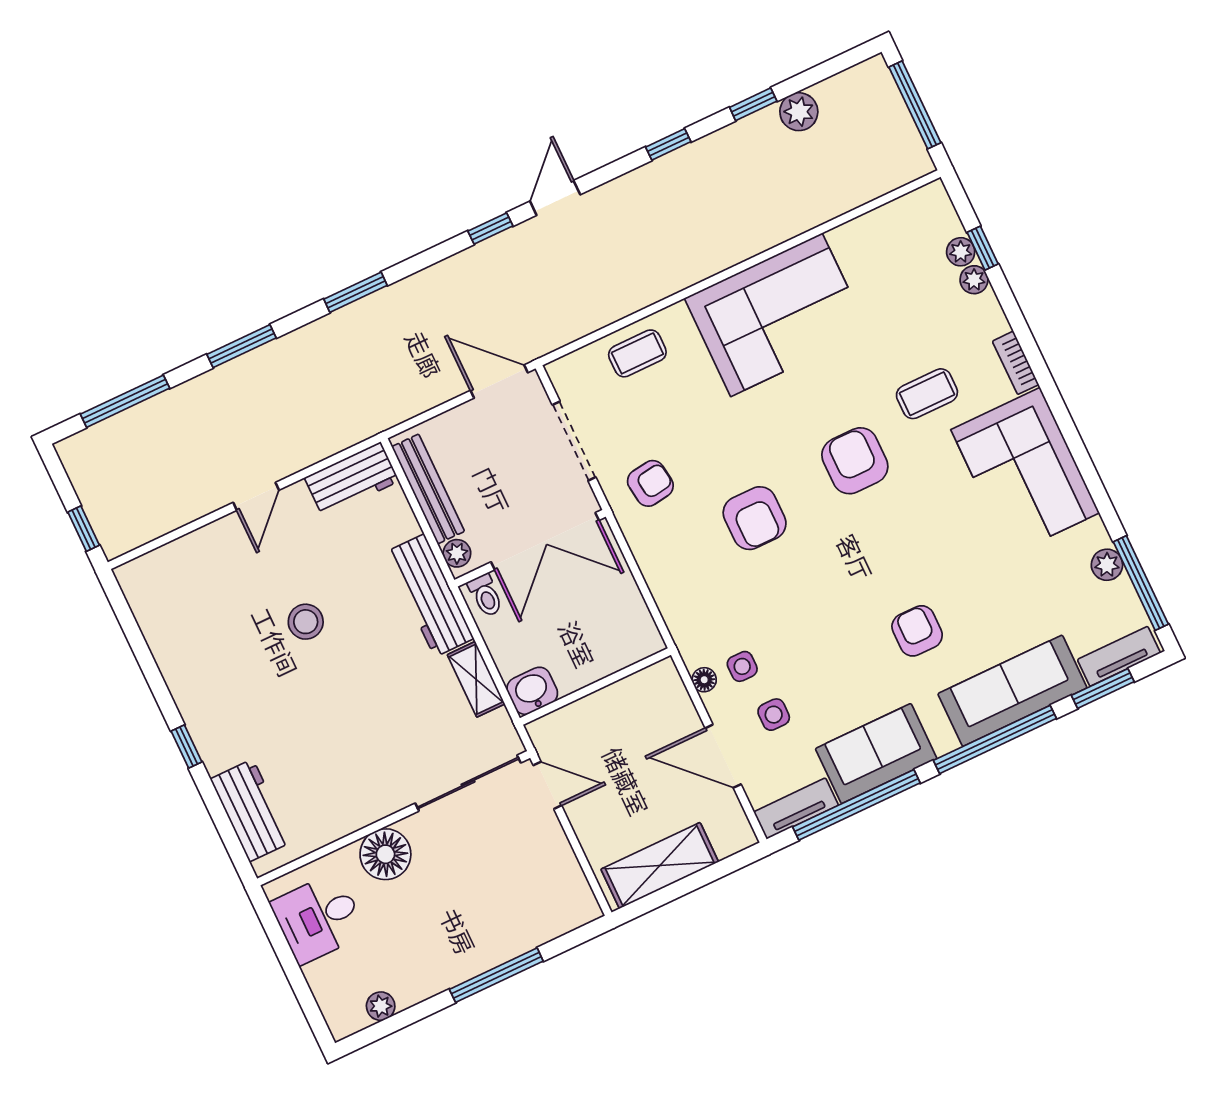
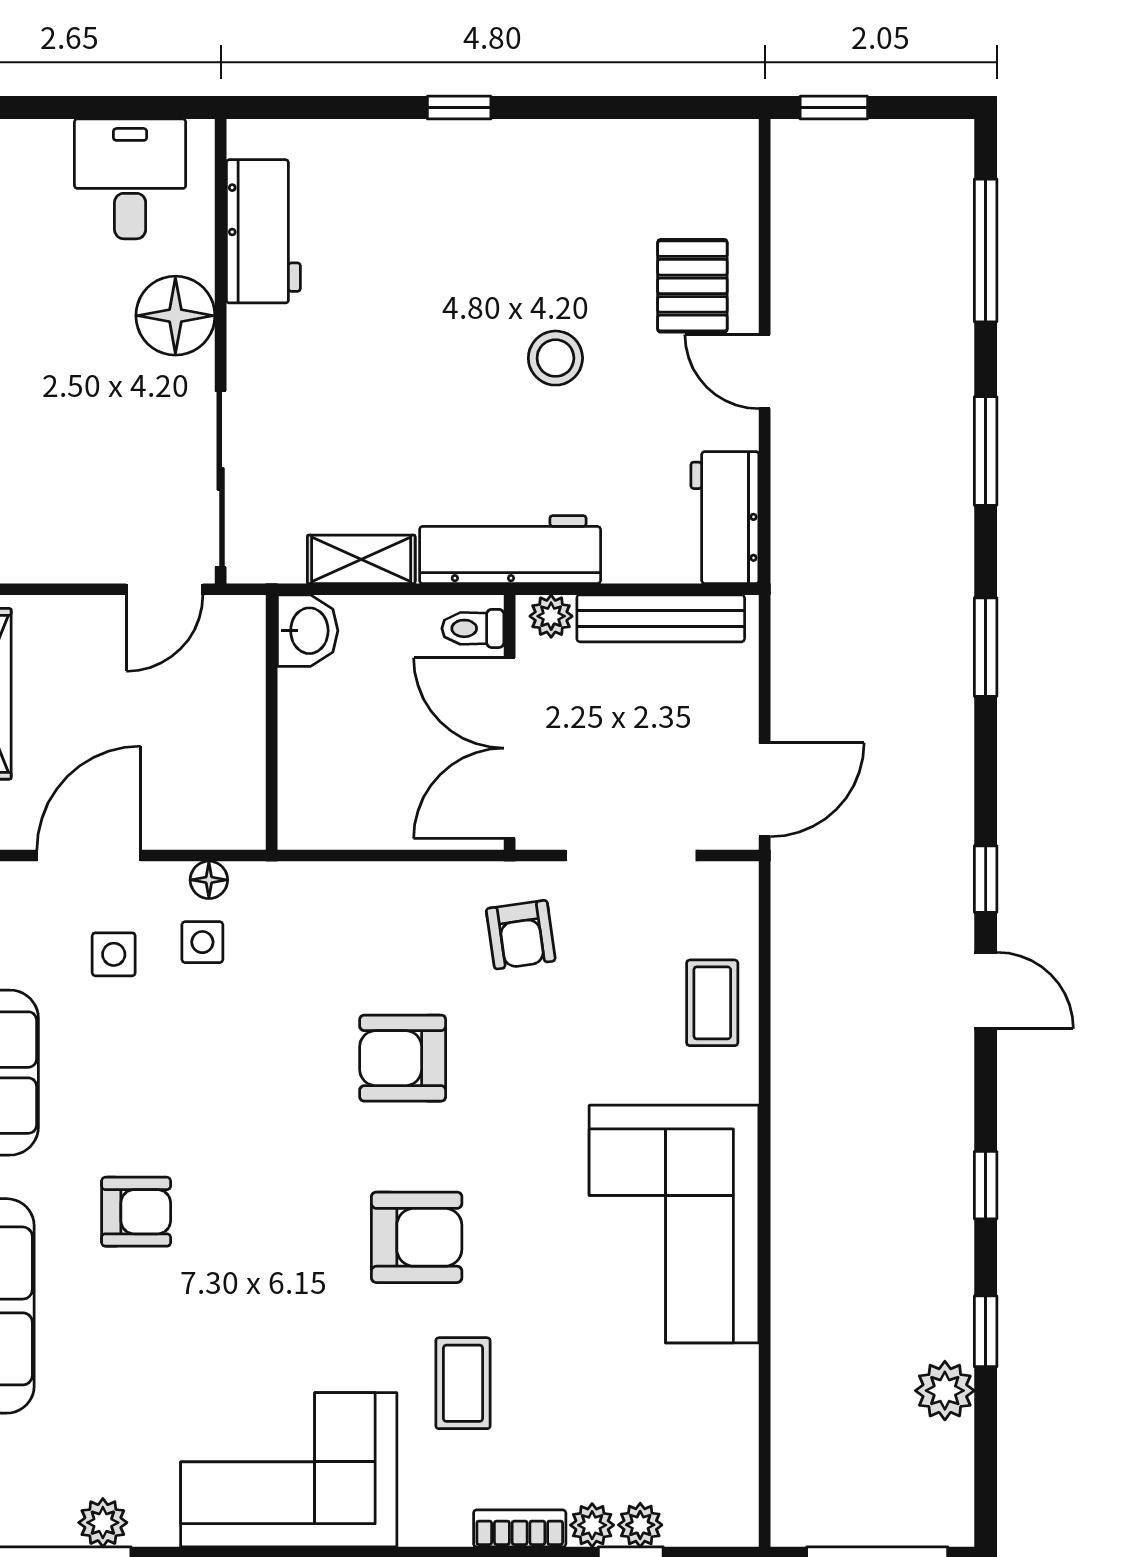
bookcase: (1016, 363) -> (520, 1528), moved
pallet: (226, 562) -> (692, 286), added
workbench: (251, 810) -> (263, 231), moved, turned -90

